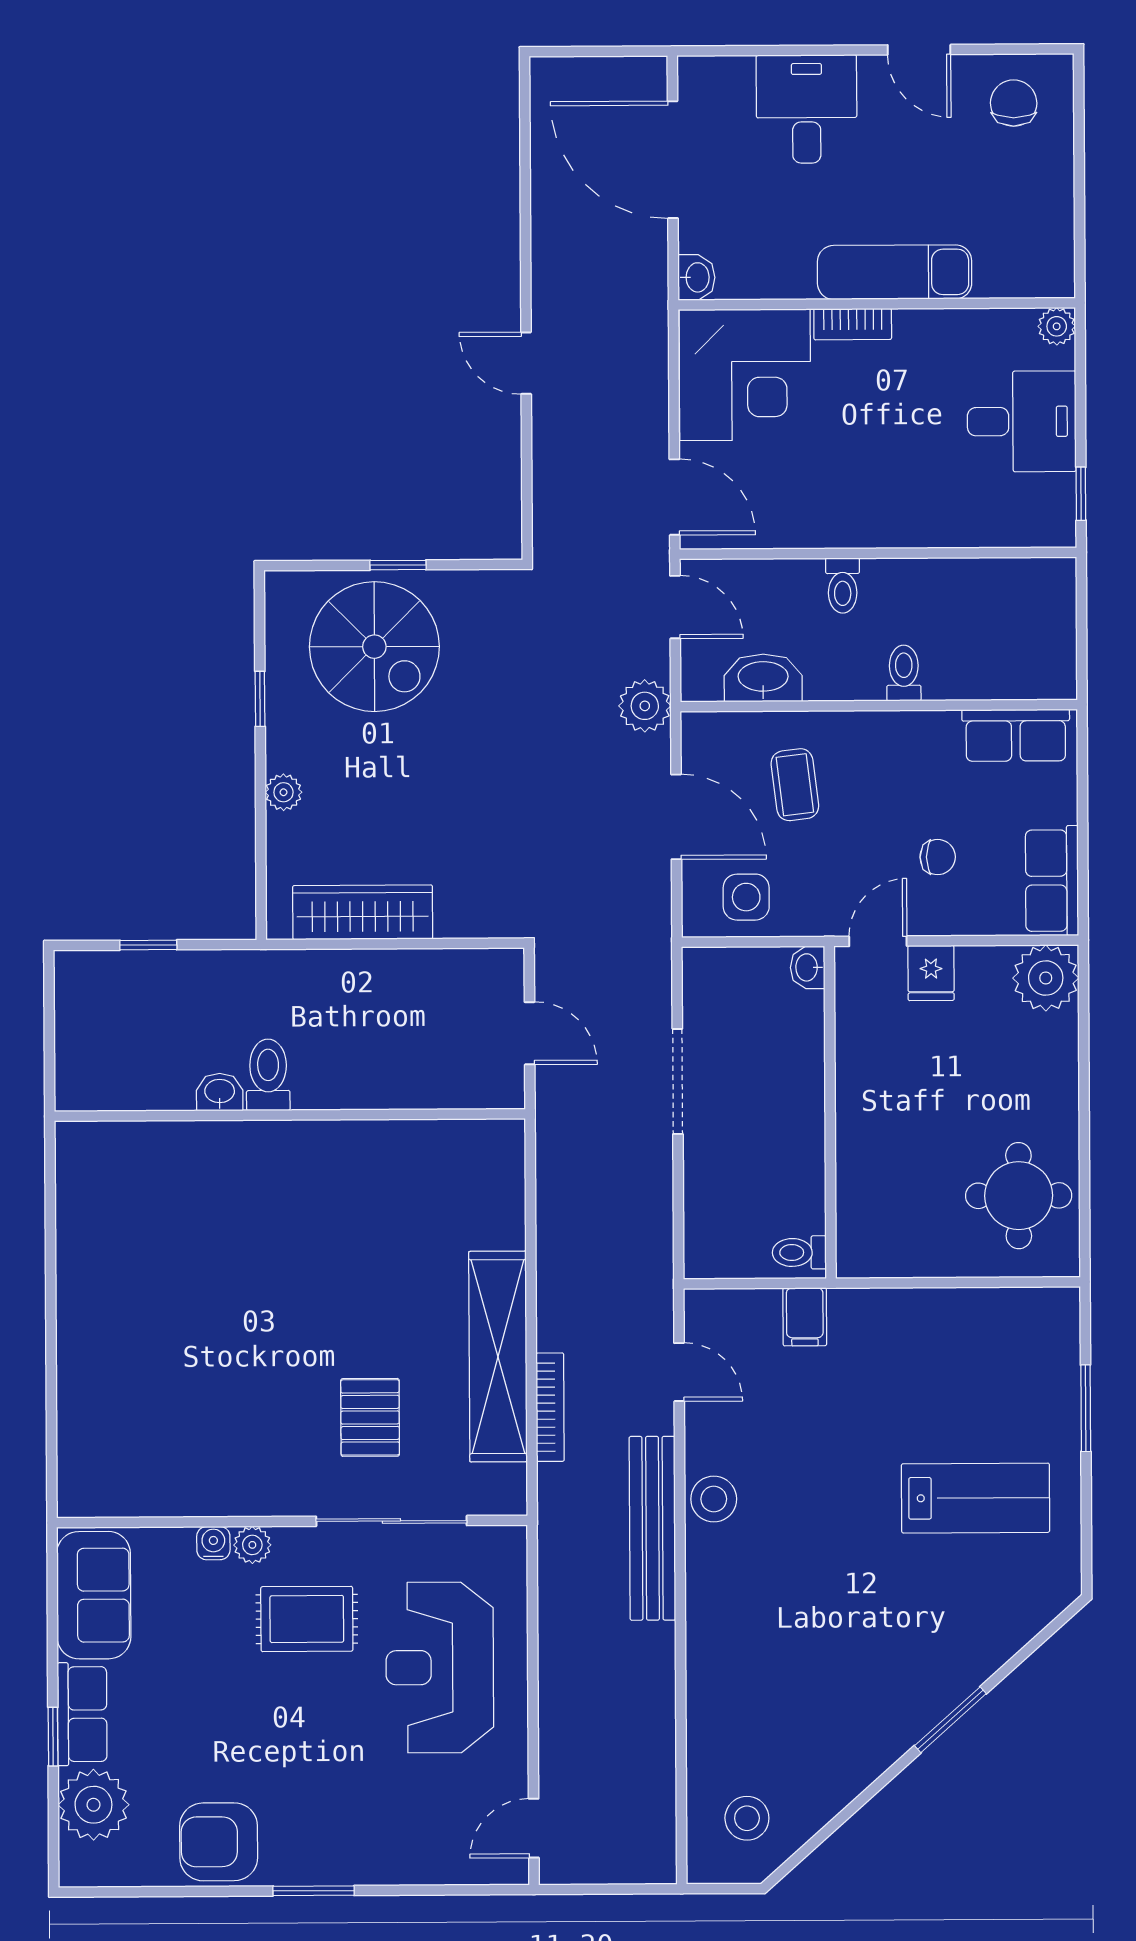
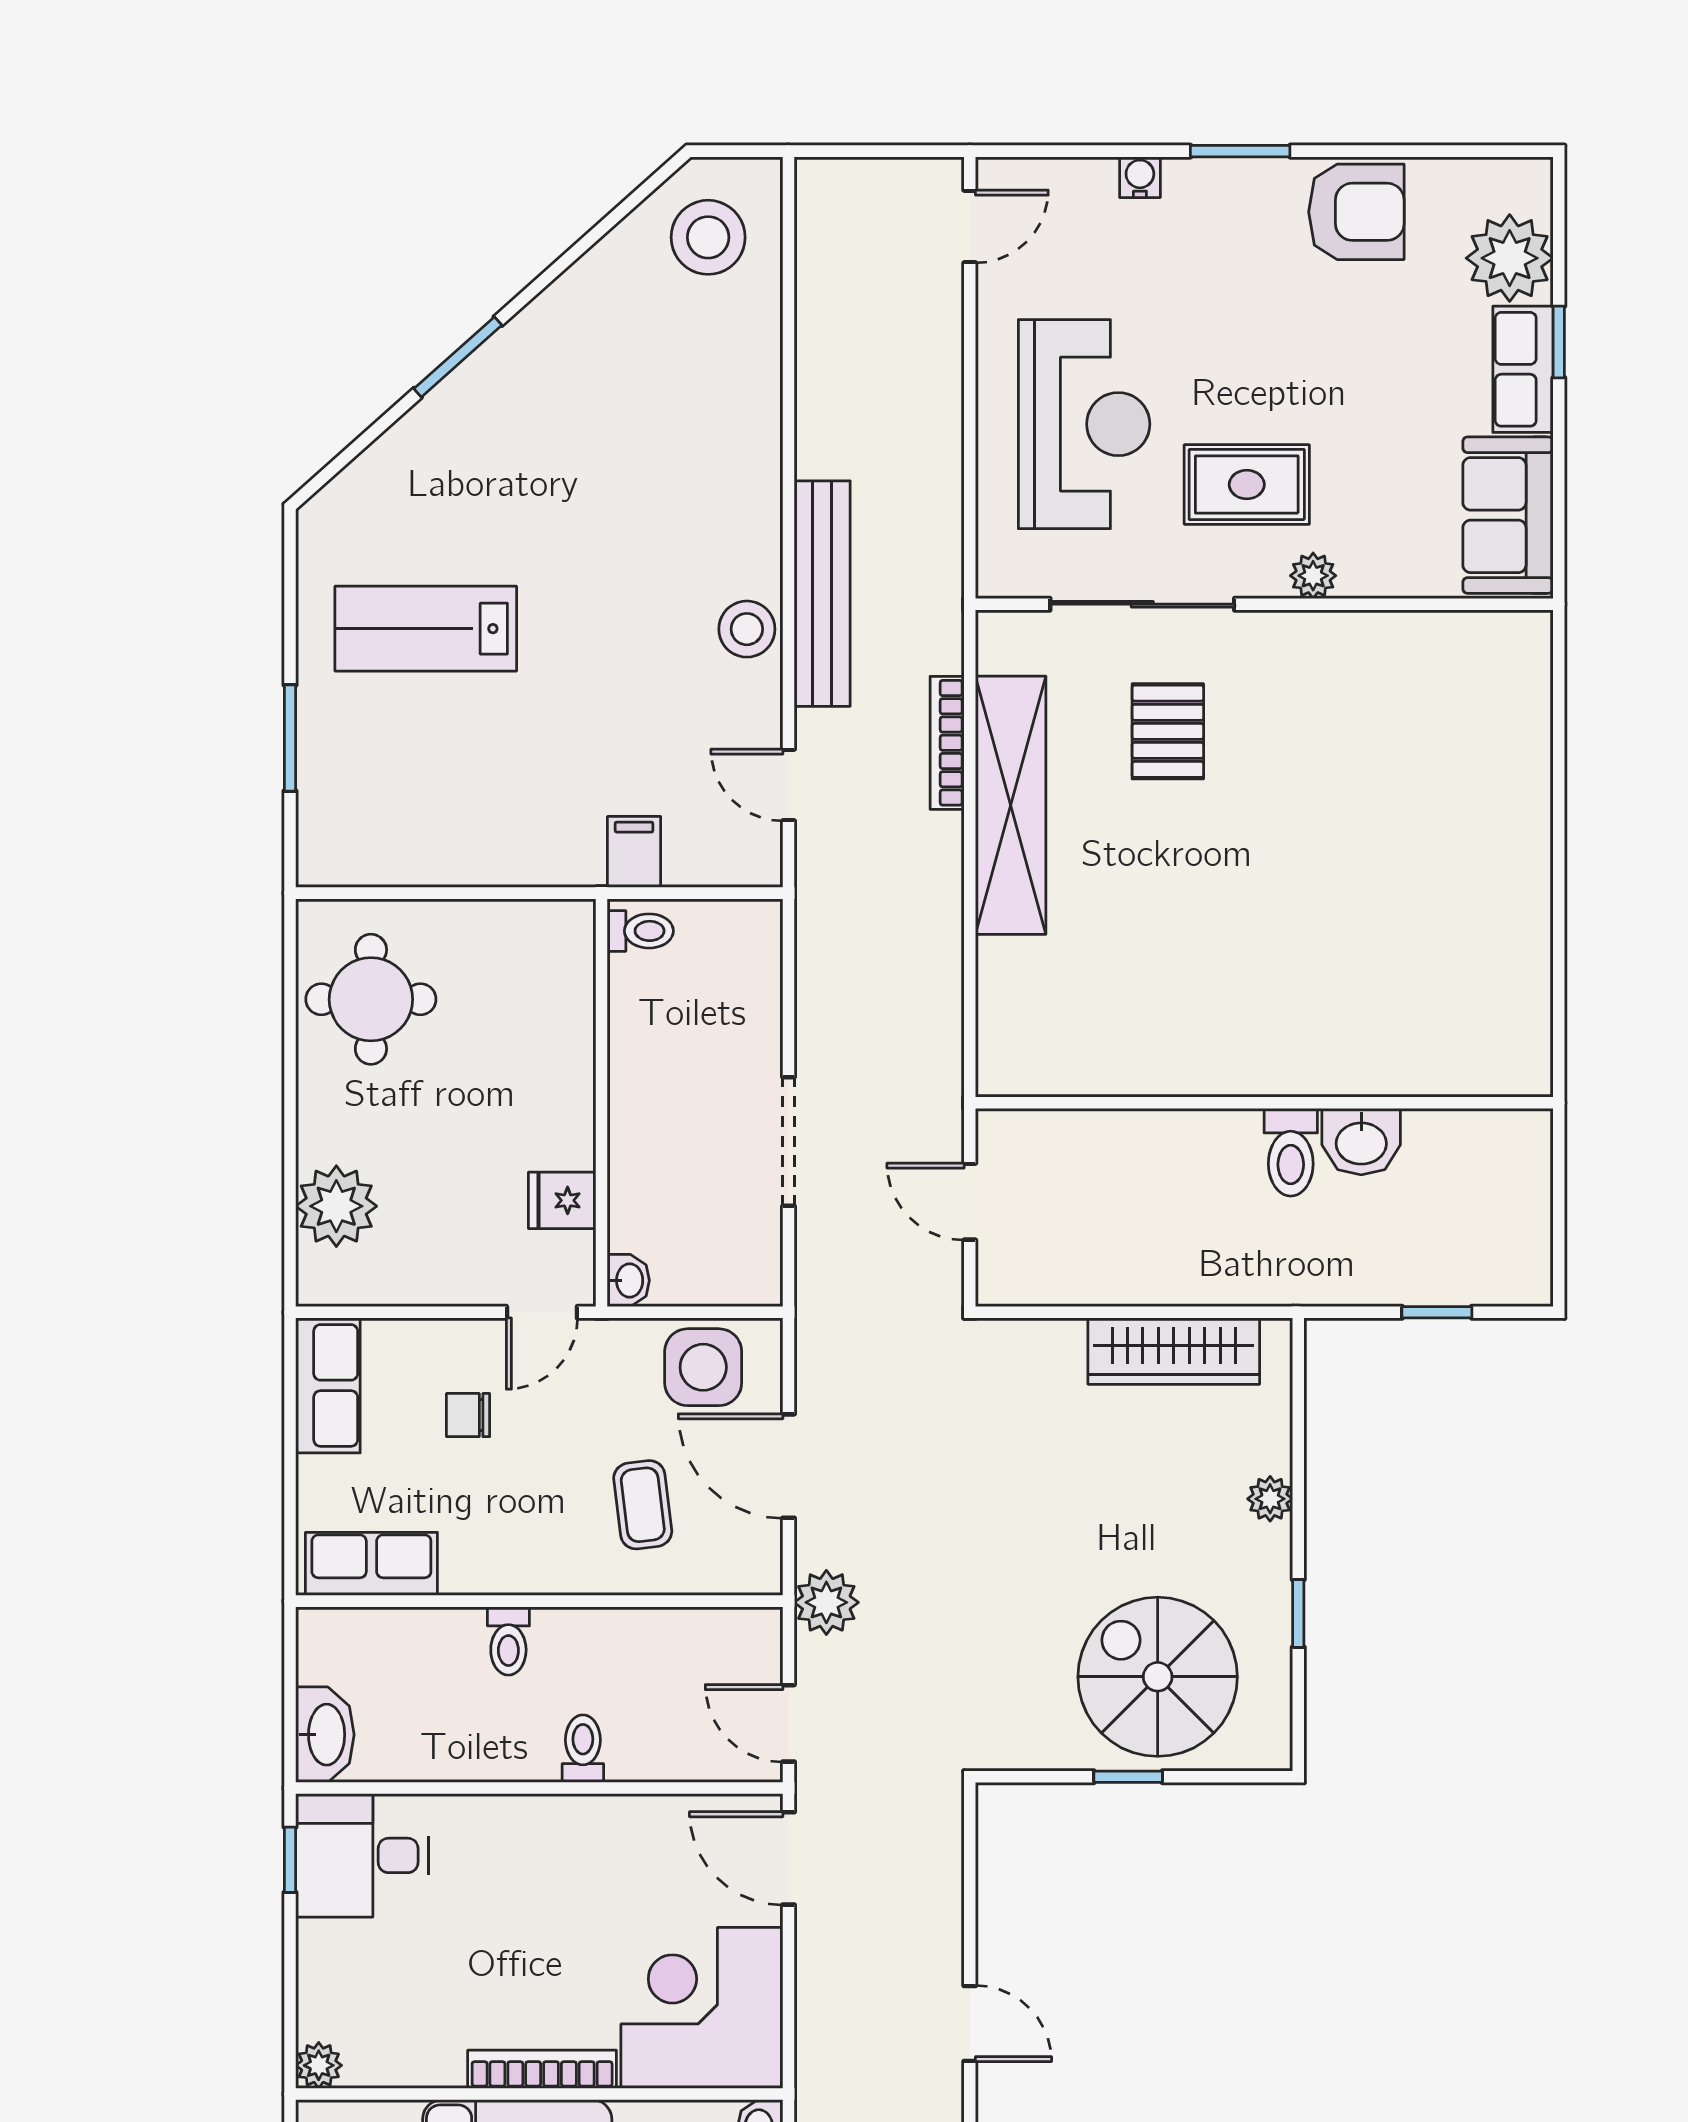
bookcase: (853, 324) -> (542, 2069), width x1.56
desk: (1022, 421) -> (362, 1855), moved
washbasin: (763, 678) -> (325, 1735), moved, turned -90
side table: (746, 897) -> (703, 1367), width x1.37, depth x1.37
fridge: (931, 973) -> (562, 1200), moved, turned -90
plant: (1046, 978) -> (336, 1206), moved
washbasin: (220, 1092) -> (1361, 1142), width x1.38, depth x1.45
water cooler: (213, 1543) -> (1140, 177), moved, turned 180
stool: (747, 1818) -> (708, 237), width x1.38, depth x1.38

